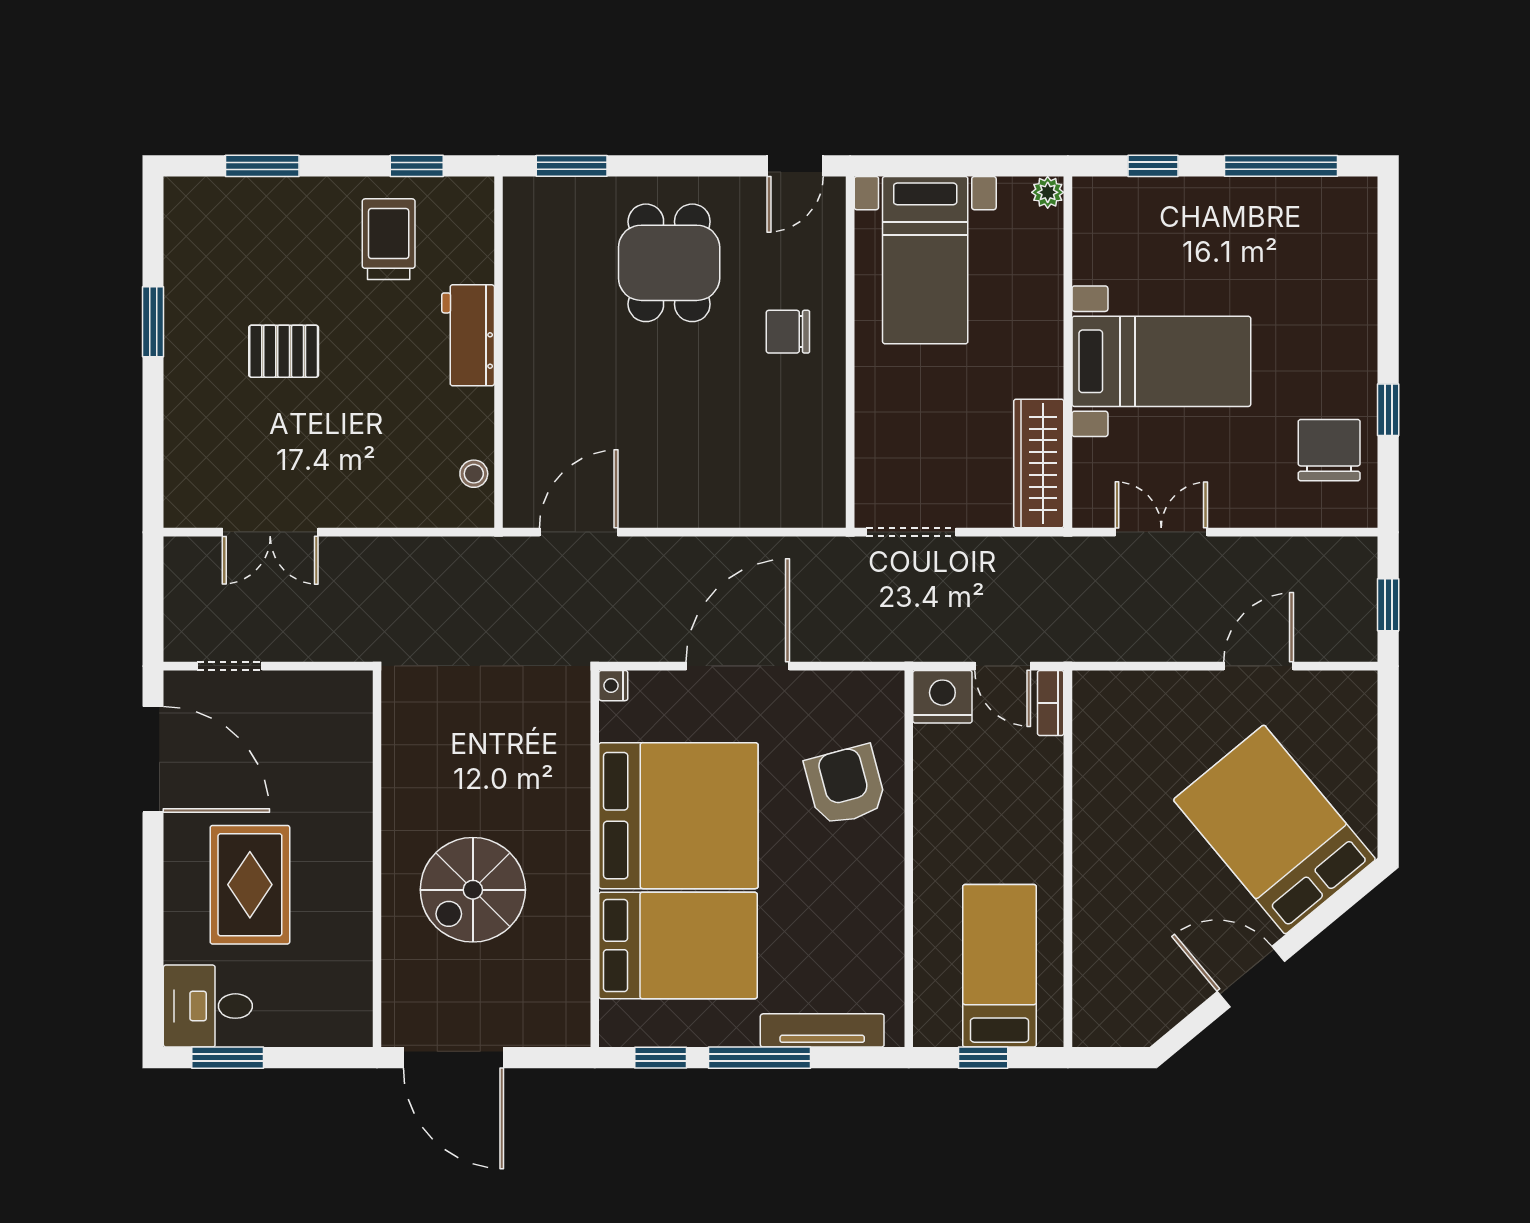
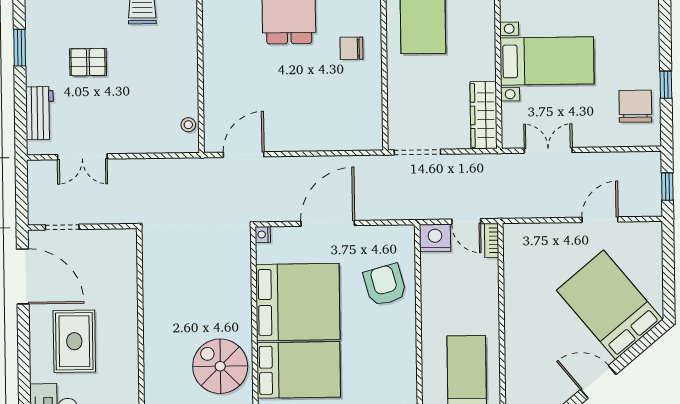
workbench: (468, 335) -> (40, 113), moved, turned 180
spiral stairs: (473, 890) -> (220, 366), moved, turned 90

